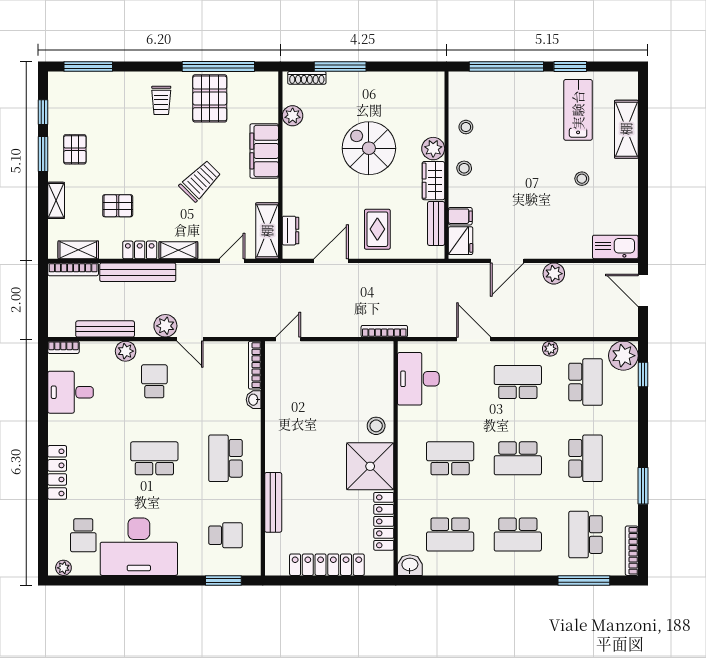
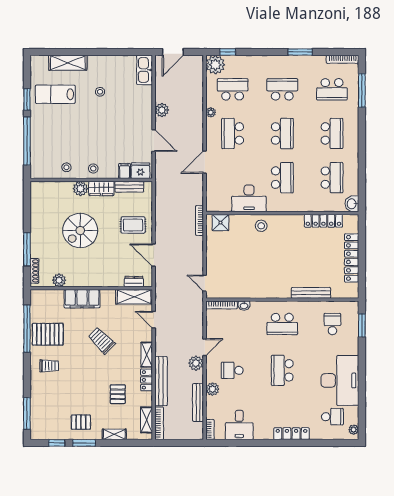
desk: (418, 379) -> (249, 198), moved
school desk: (450, 458) -> (282, 178), turned 180
shower: (370, 466) -> (220, 223), moved, width x0.54, depth x0.54

